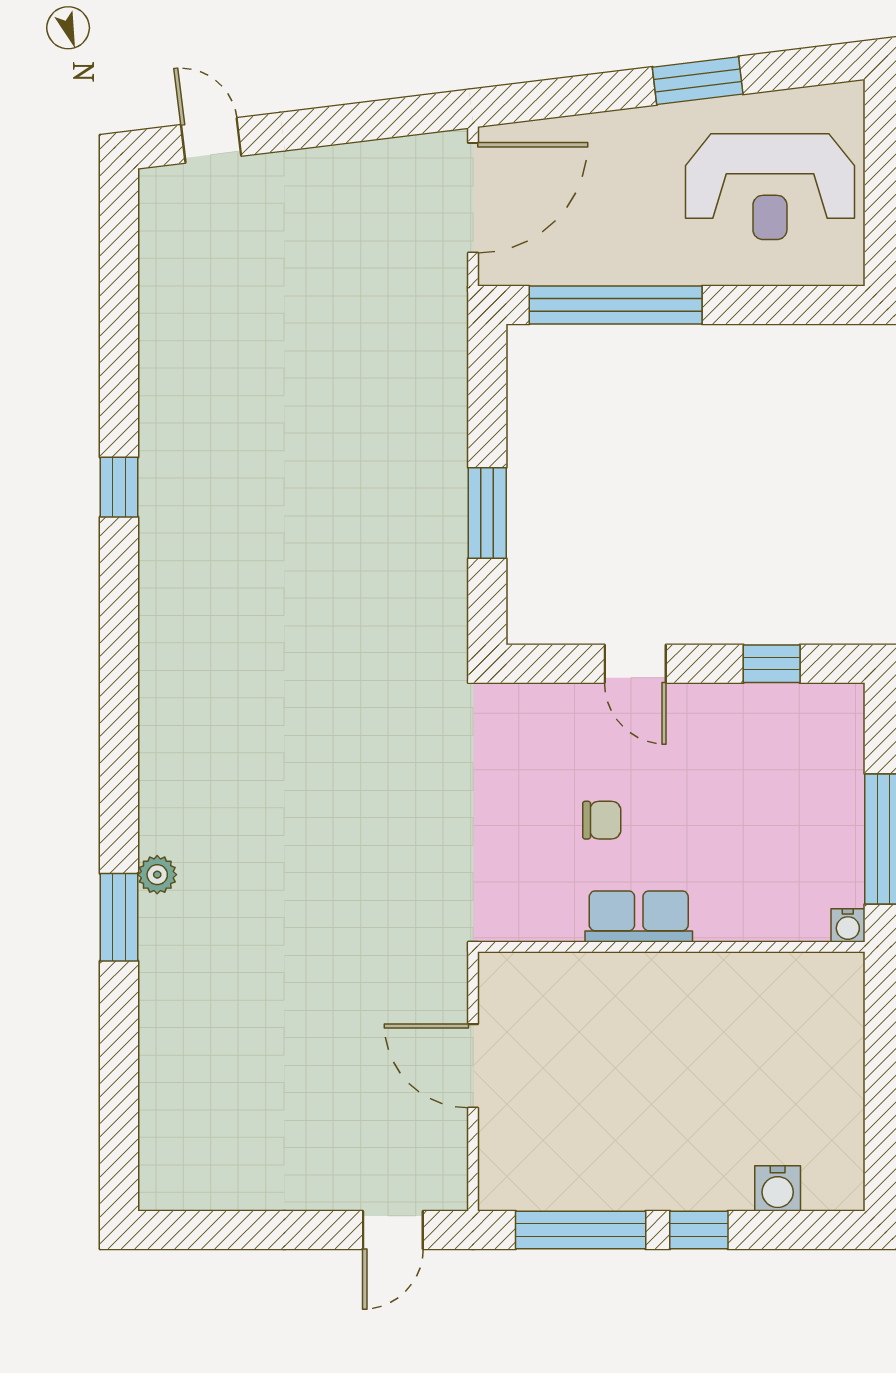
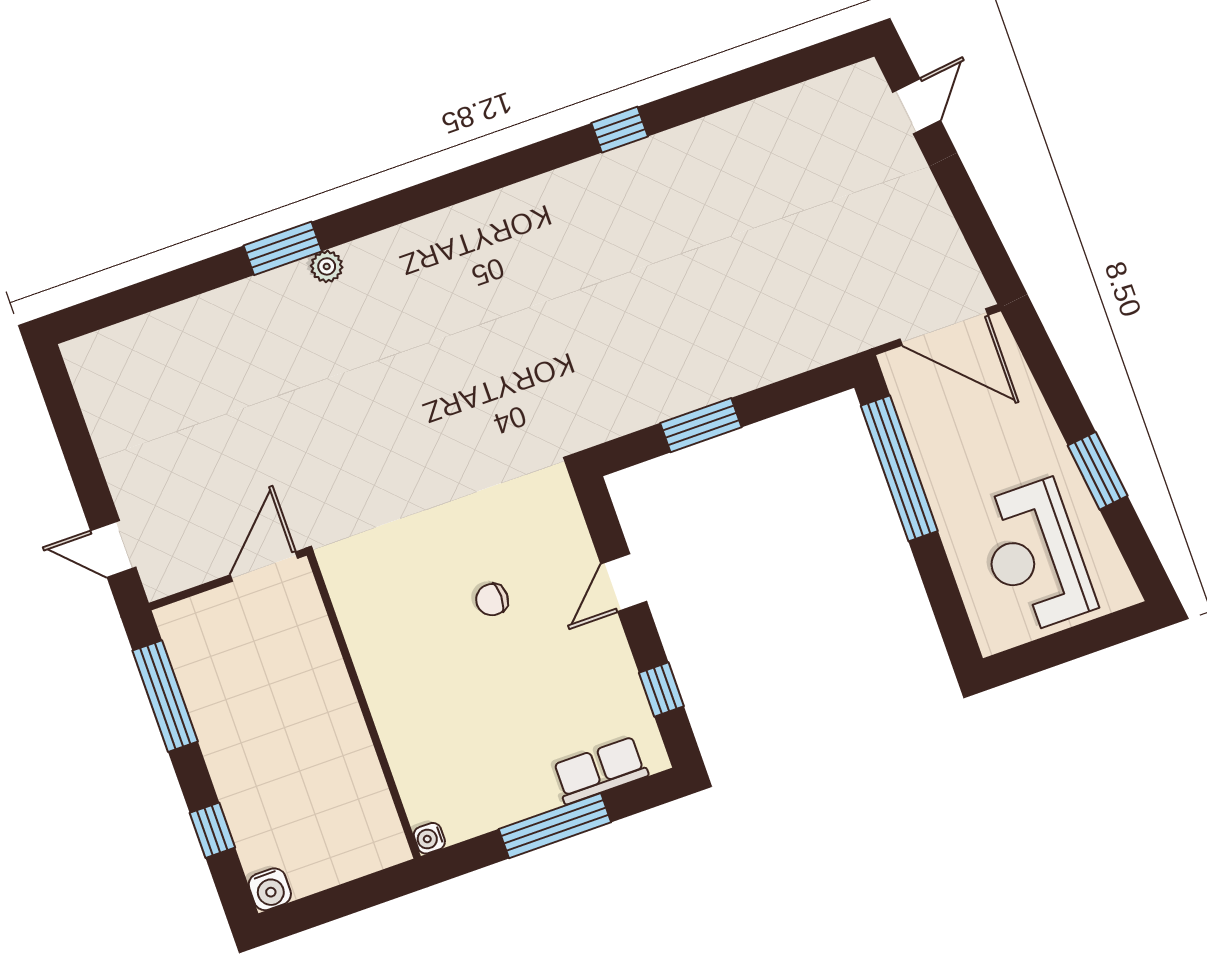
chair: (602, 820) -> (492, 600), turned 90
row of seats: (639, 916) -> (600, 770), moved, turned -90
water cooler: (848, 925) -> (429, 838), moved
wall: (671, 947) -> (364, 706), moved
water cooler: (778, 1188) -> (270, 889), moved, turned -90
window: (699, 1230) -> (212, 830), moved

